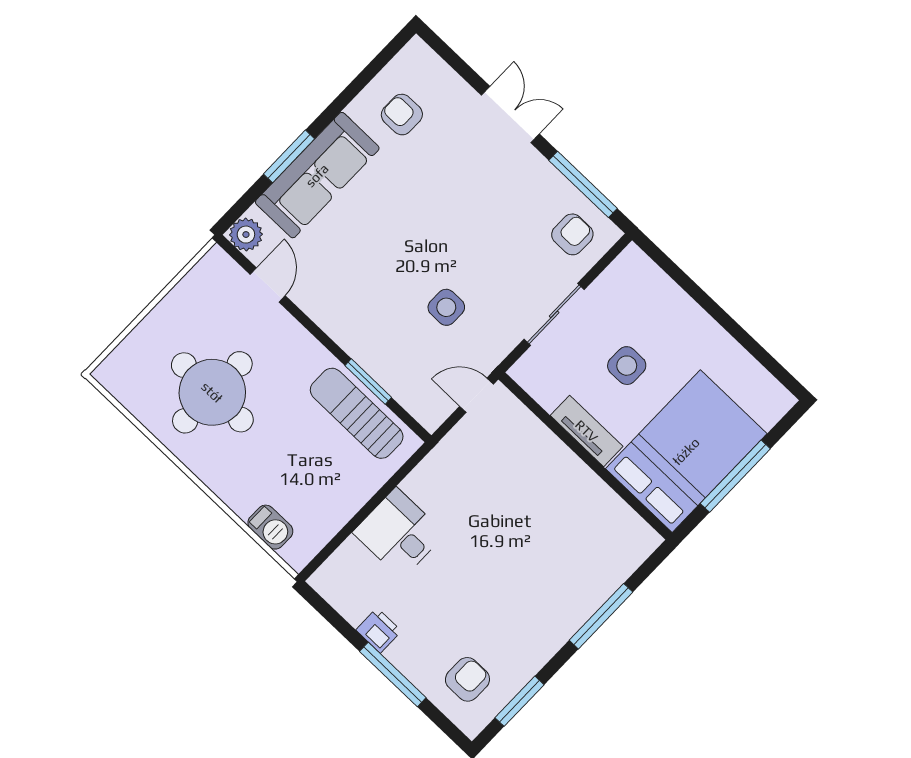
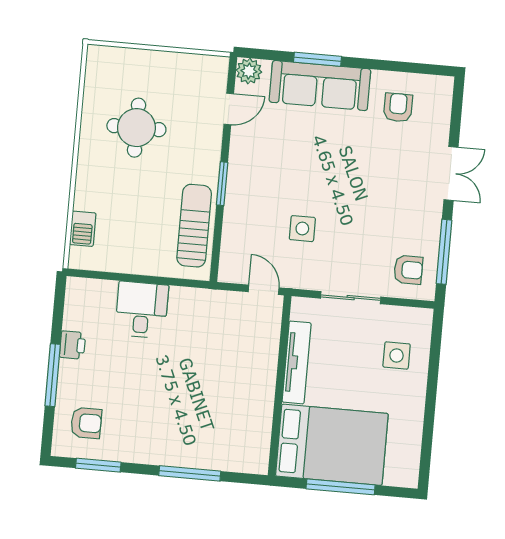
side table: (627, 366) -> (397, 355), moved
window: (368, 381) -> (222, 184), moved
round table: (212, 392) -> (136, 128), width x0.73, depth x0.73
tv unit: (587, 431) -> (297, 362), width x1.41

